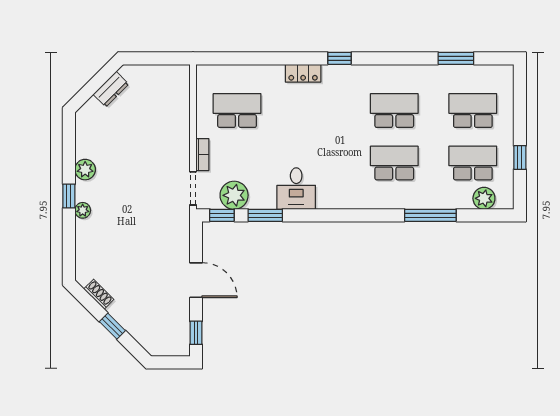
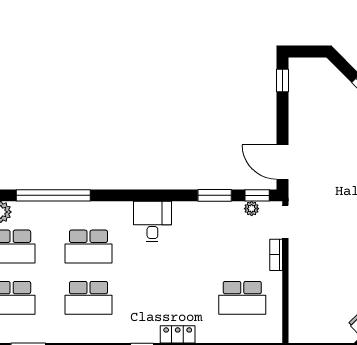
desk: (296, 189) -> (152, 222), moved
plant: (234, 195) -> (252, 209), width x0.53, depth x0.53
window: (430, 215) -> (53, 195), width x1.46
door: (196, 280) -> (282, 162), moved

